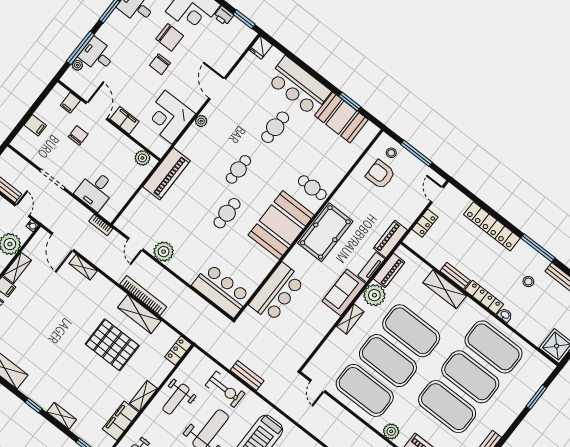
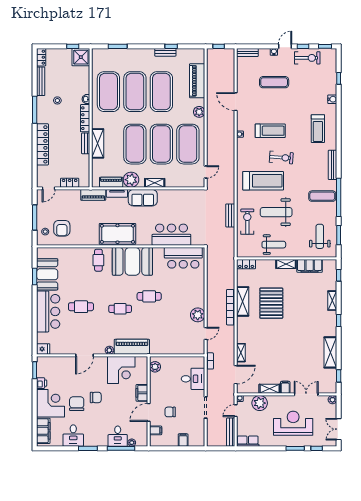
piano: (166, 174) -> (132, 347), moved
bar counter: (221, 290) -> (183, 258), moved, turned -90

